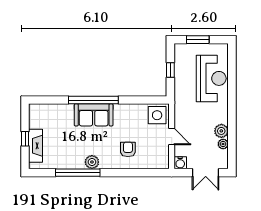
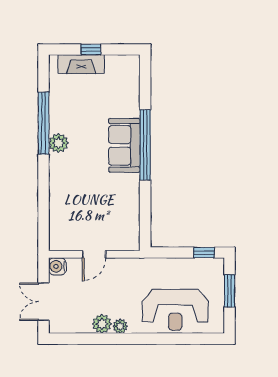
window: (170, 70) -> (204, 253), moved
side table: (157, 115) -> (124, 234), removed
plant: (223, 144) -> (120, 326), moved
armchair: (128, 149) -> (76, 193), removed

